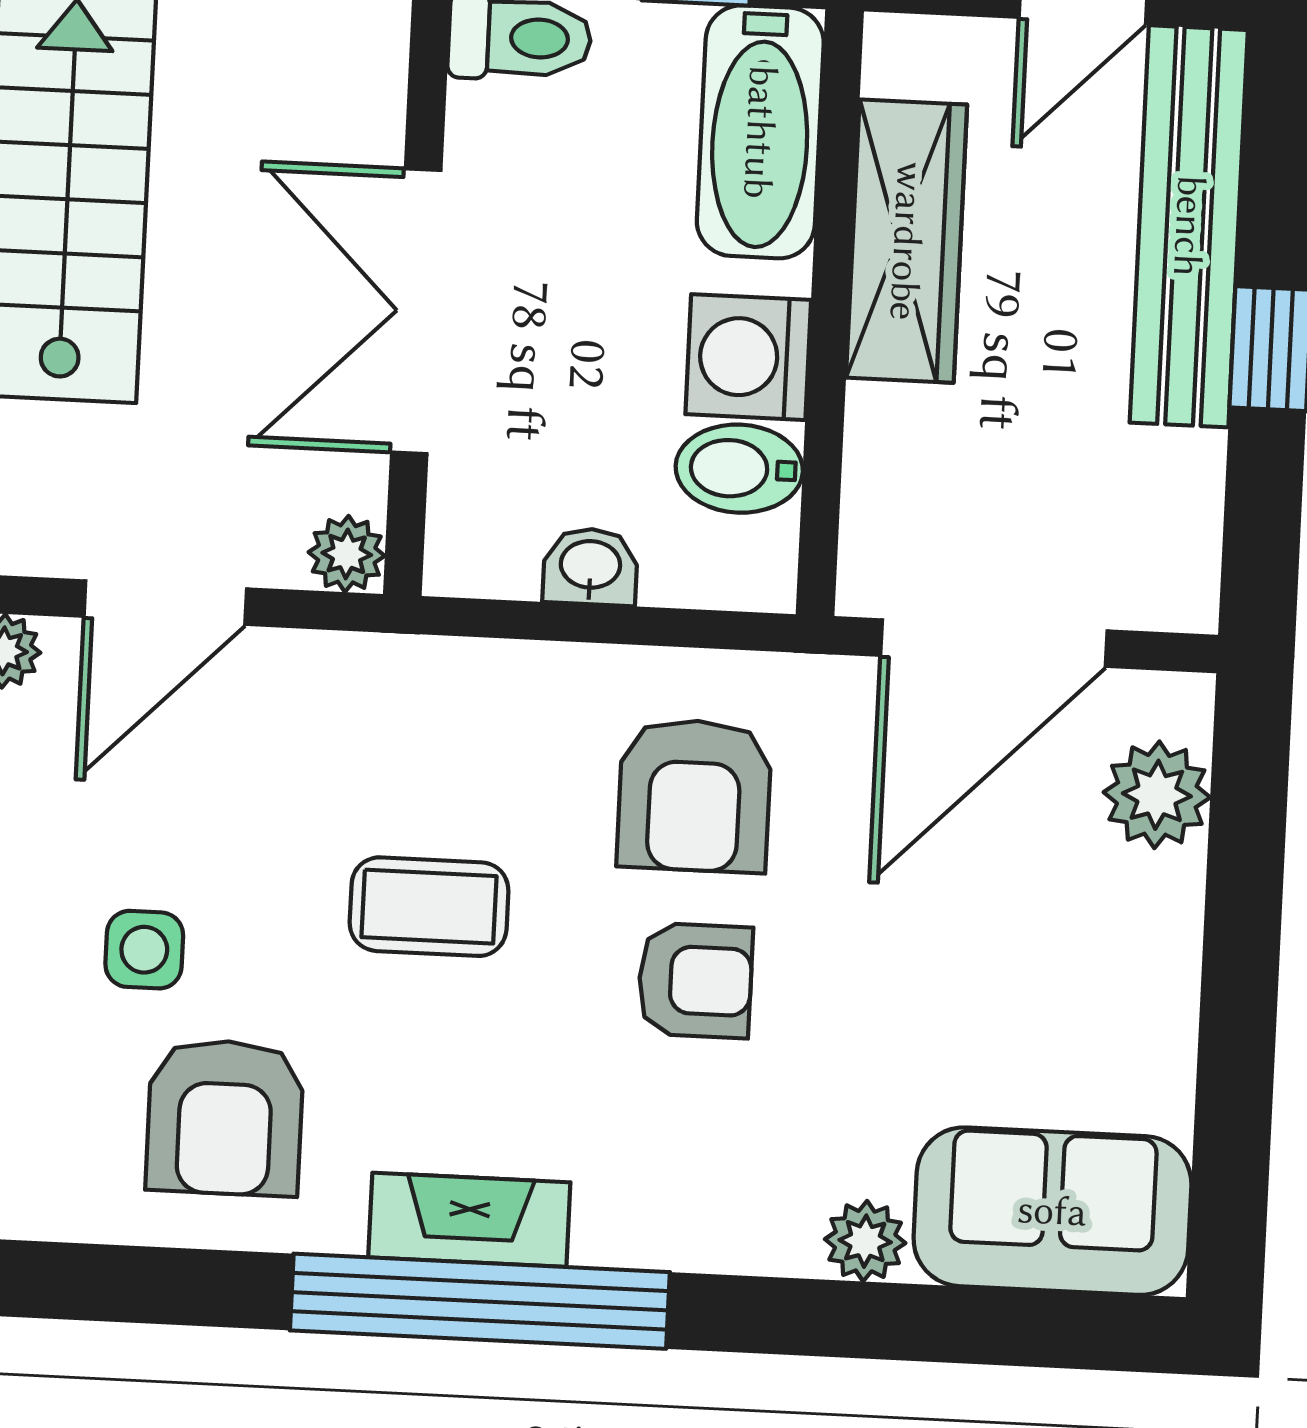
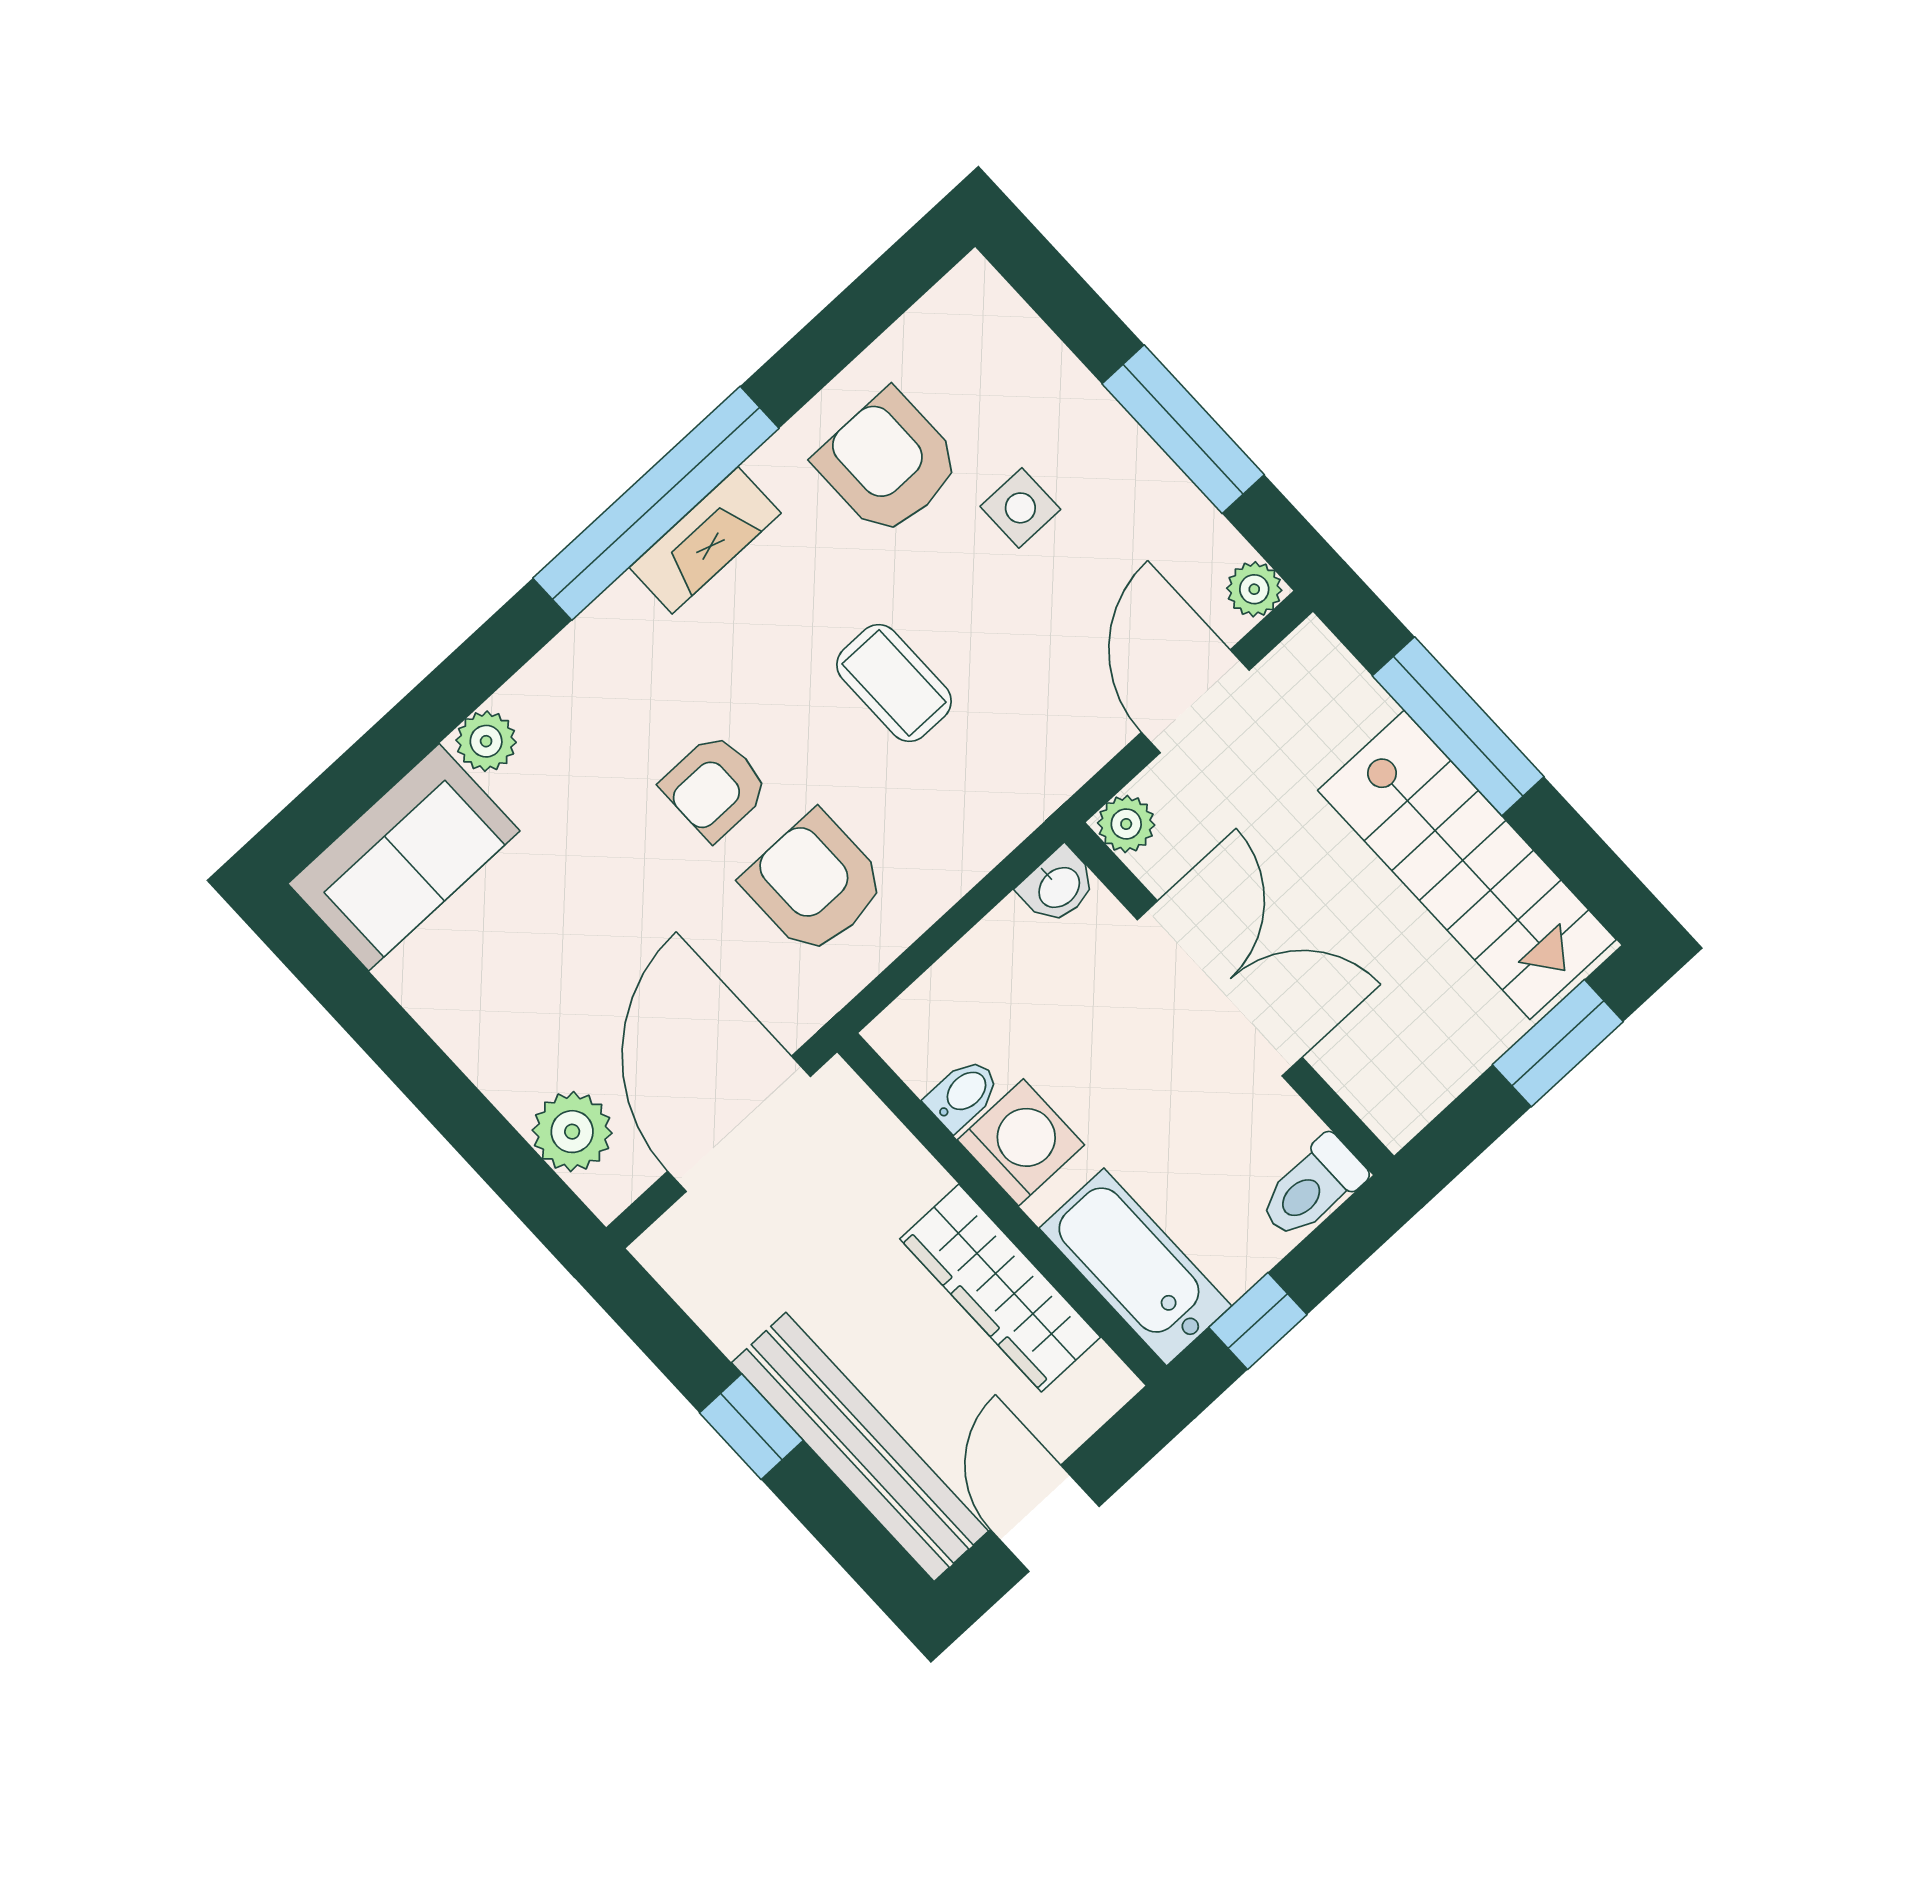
bidet: (739, 469) -> (963, 1094), width x0.72, depth x0.74
washbasin: (590, 567) -> (1058, 886), moved
coffee table: (429, 907) -> (894, 683), turned 90

